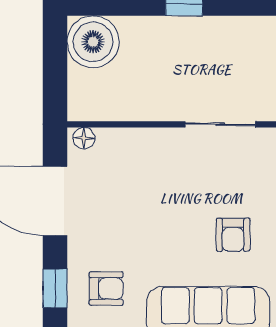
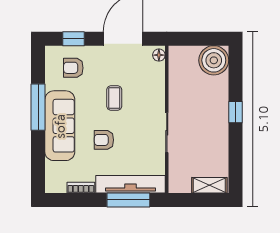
coffee table: (159, 217) -> (114, 98), added
armchair: (106, 289) -> (73, 68), turned 90

